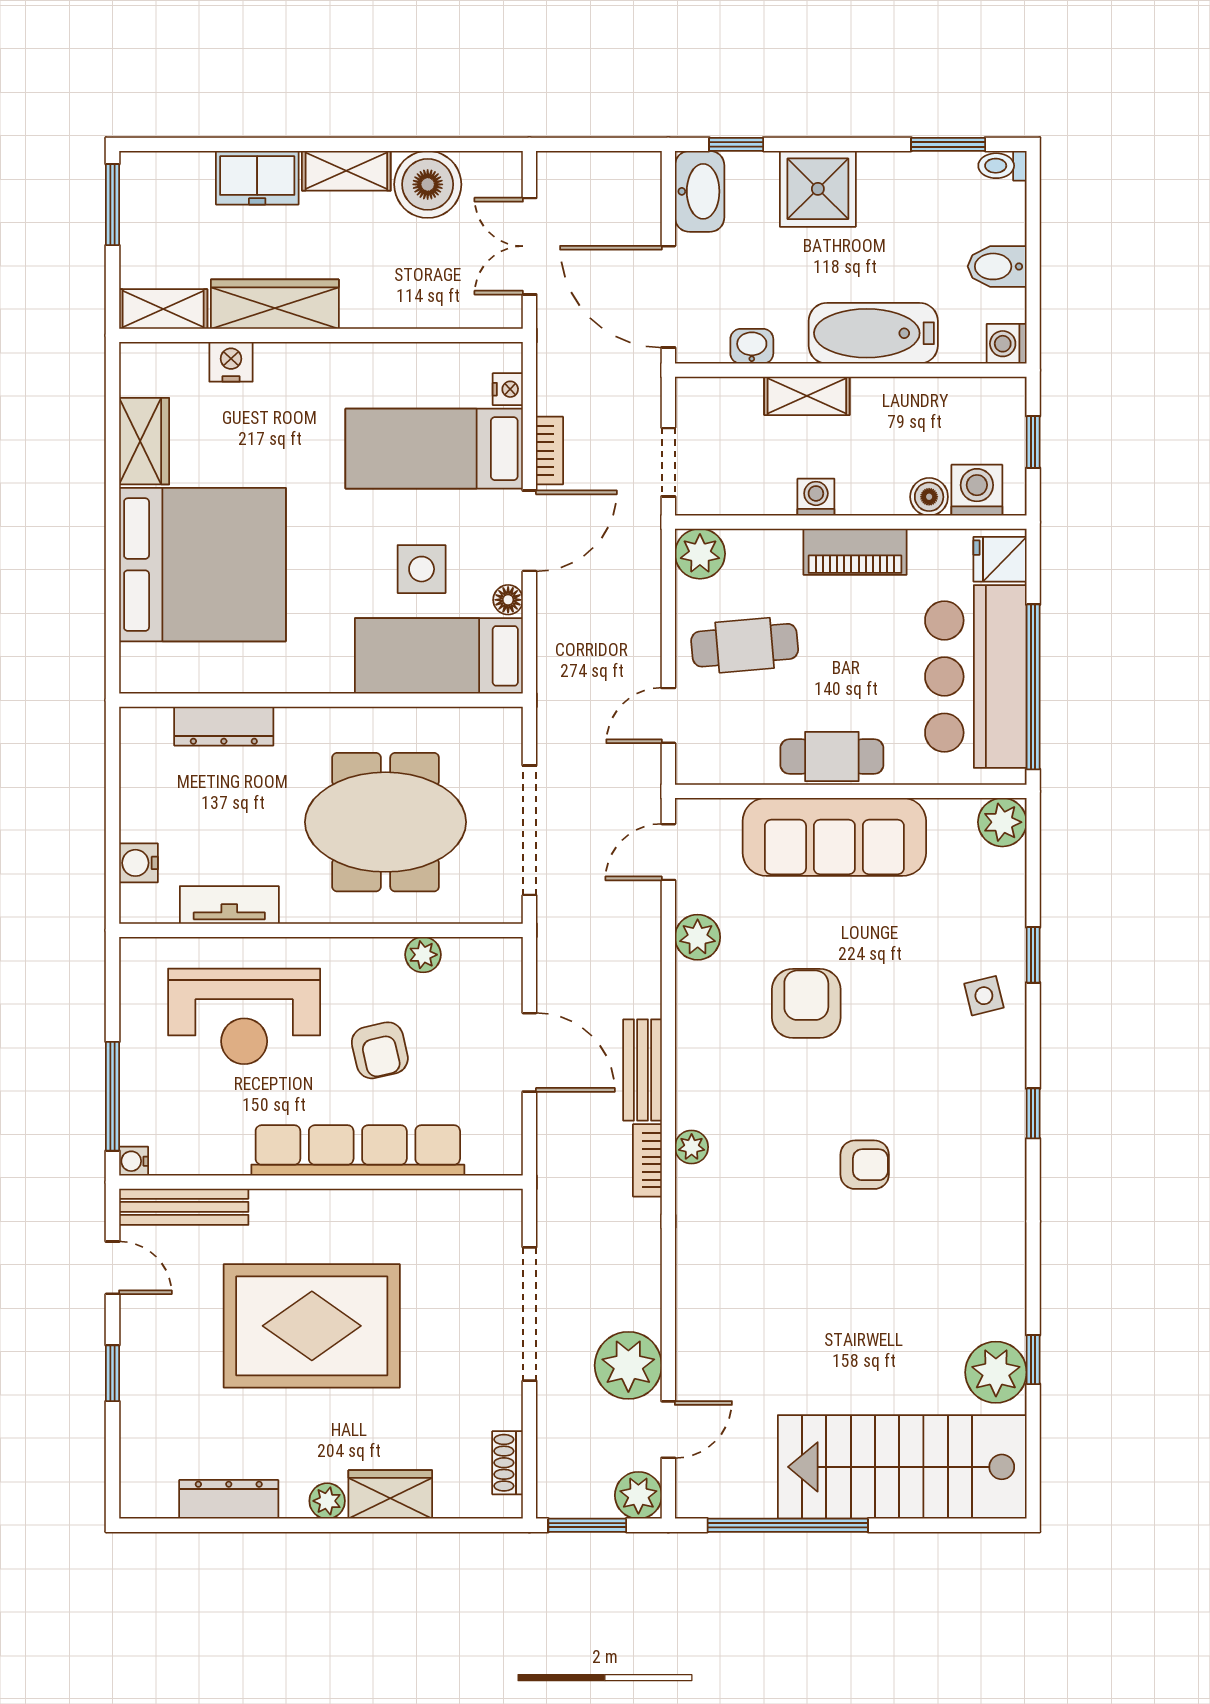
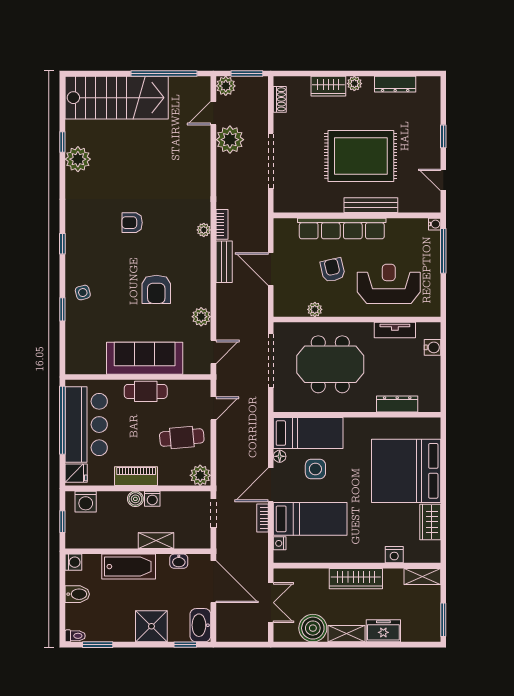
wardrobe: (275, 304) -> (356, 579), moved
boiler: (929, 497) -> (135, 499), moved
plant: (1002, 822) -> (75, 364), removed
bench: (184, 1207) -> (371, 205), moved
plant: (996, 1372) -> (78, 159), moved

